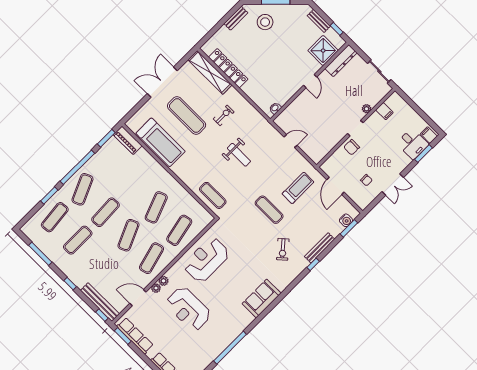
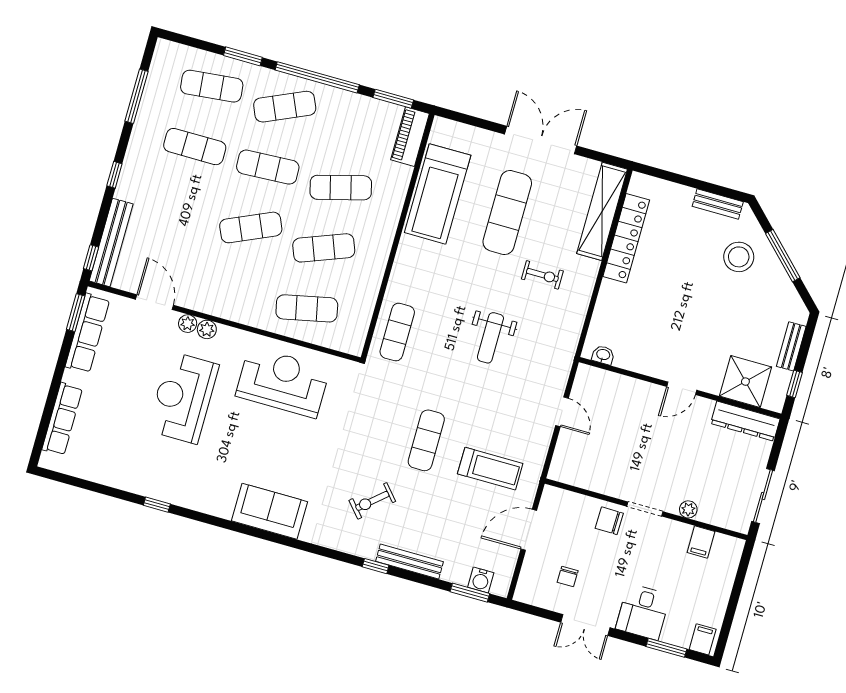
desk: (413, 144) -> (643, 612), moved
exercise mat: (152, 258) -> (341, 188), moved
window: (230, 348) -> (157, 505), width x0.32

